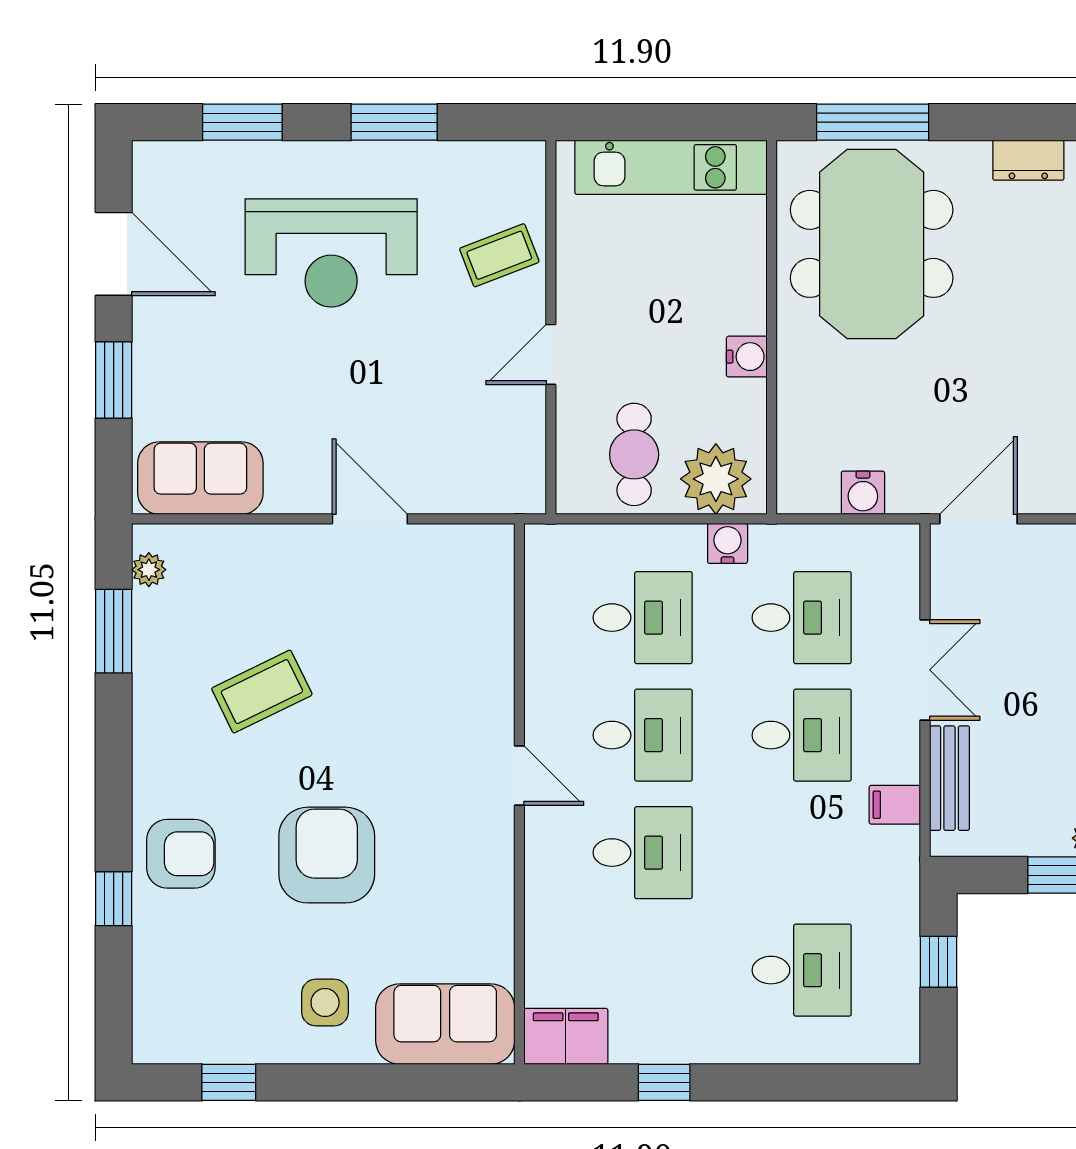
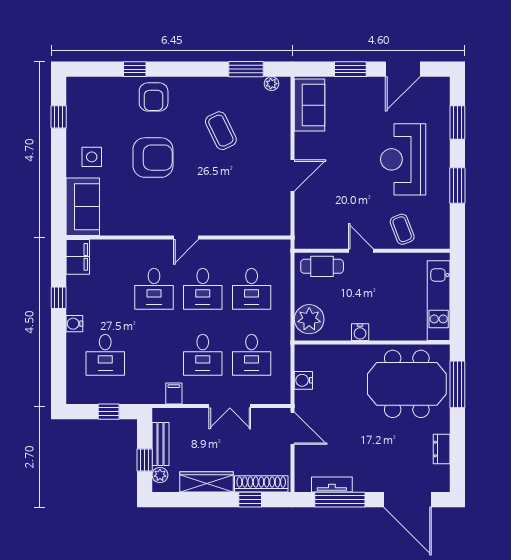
cafe table: (634, 454) -> (322, 266), moved
water cooler: (728, 543) -> (74, 324), moved, turned 180
bench: (949, 778) -> (160, 444), moved, turned 90

